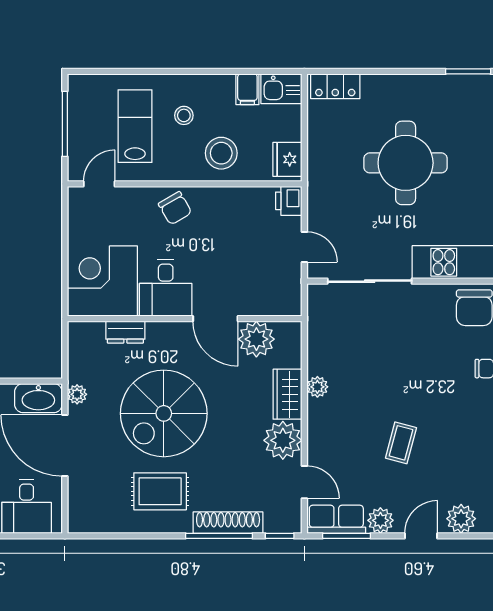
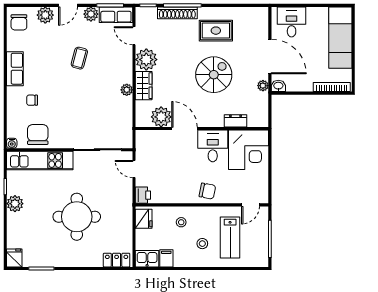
stool: (221, 153) -> (181, 222), width x0.53, depth x0.53
chair: (175, 208) -> (207, 191), turned 131
washbasin: (38, 398) -> (278, 86), width x0.52, depth x0.69
spiral stairs: (164, 413) -> (214, 75), width x0.73, depth x0.73

